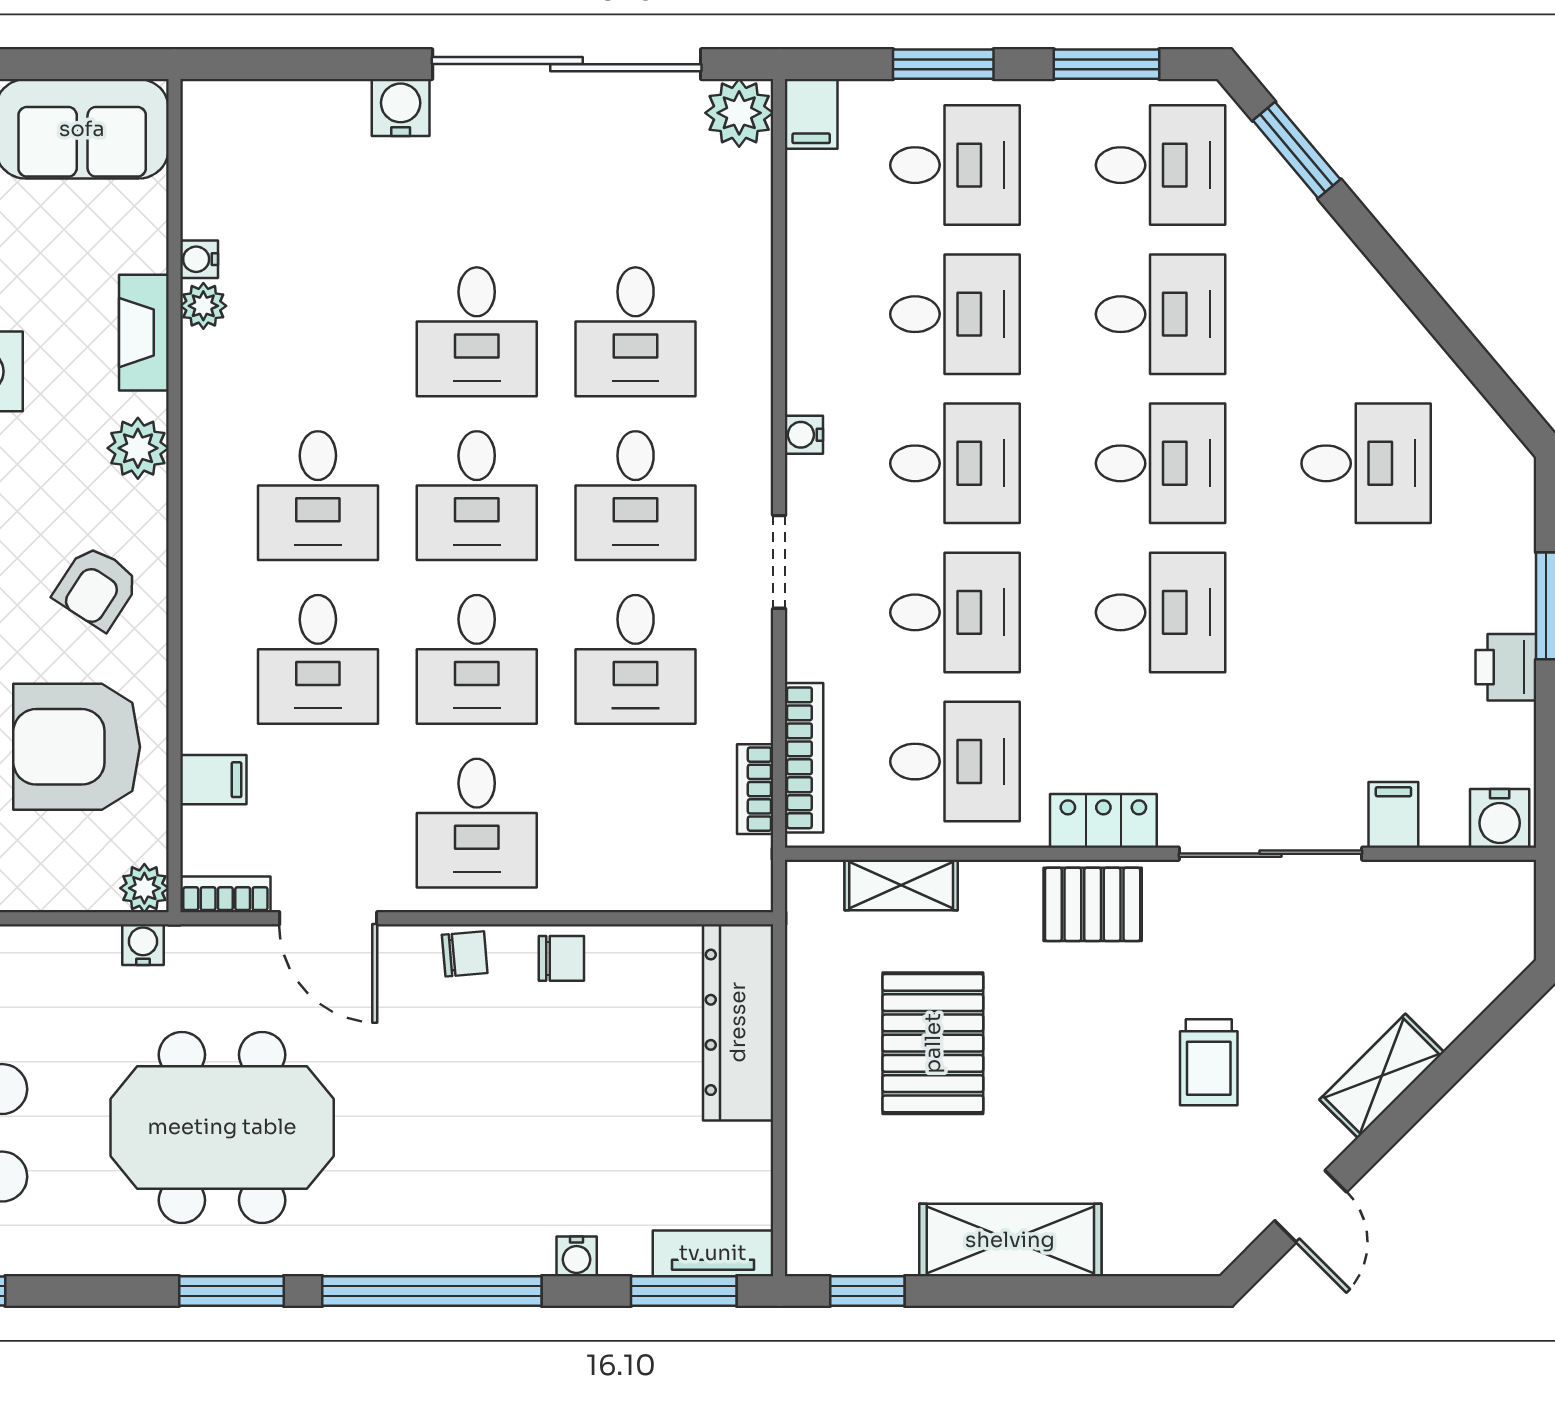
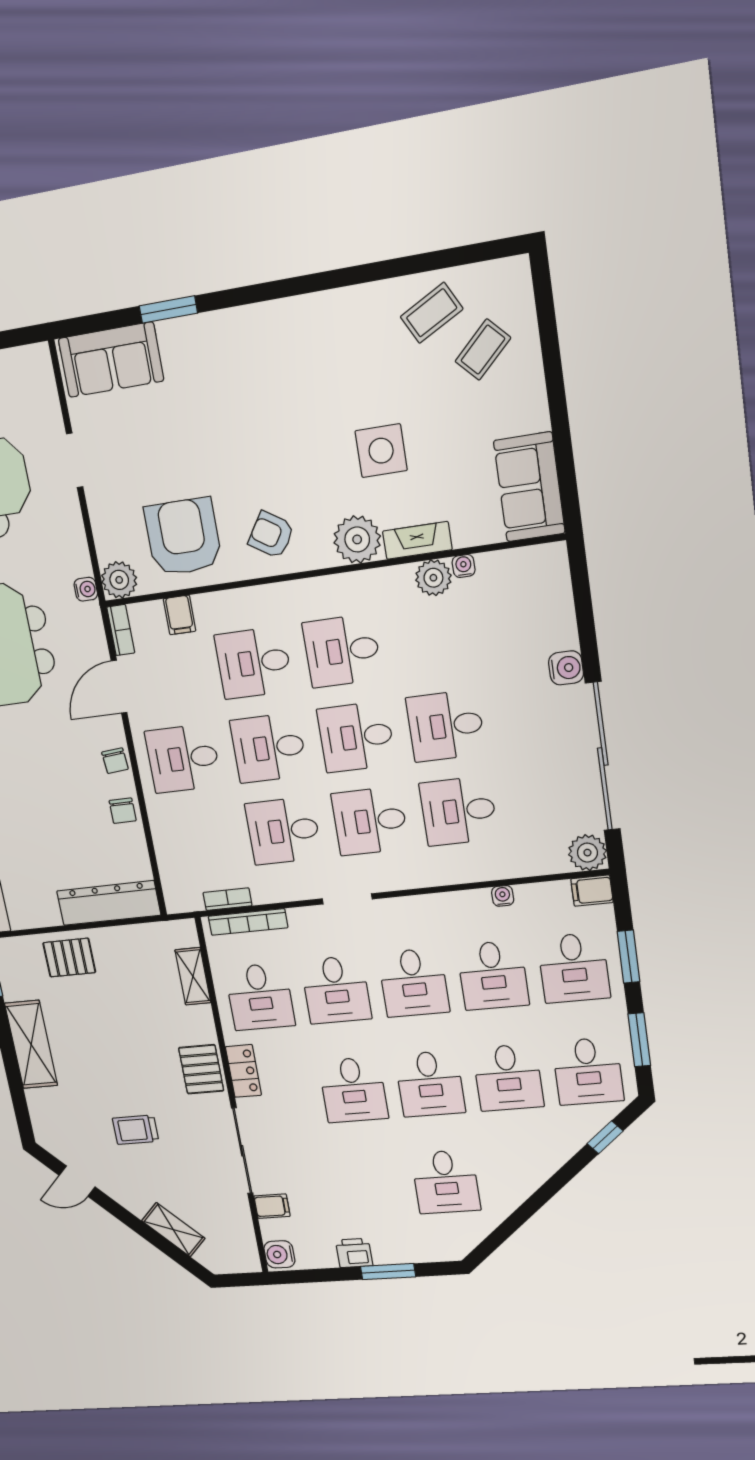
window: (1297, 150) -> (605, 1137), width x0.67
plant: (203, 306) -> (433, 578), width x1.38, depth x1.38
water cooler: (804, 435) -> (503, 896), moved
plant: (138, 448) -> (357, 539), width x1.36, depth x1.36
plant: (144, 888) -> (119, 580), width x1.38, depth x1.38
pallet: (933, 1043) -> (69, 958), moved, width x0.67, depth x0.71
shelving: (1382, 1076) -> (173, 1230), moved

